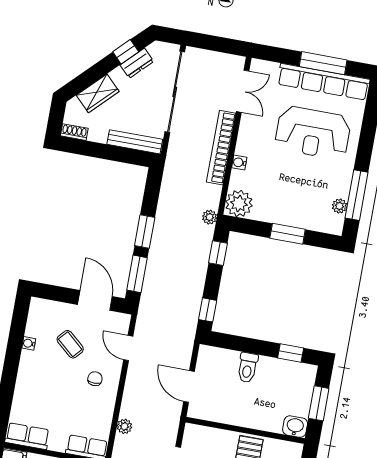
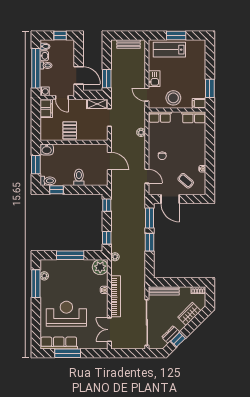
row of seats: (324, 82) -> (59, 343), width x0.73
window: (288, 234) -> (70, 255), width x1.44
coffee table: (70, 344) -> (186, 181), moved
toilet: (303, 371) -> (48, 181), added

